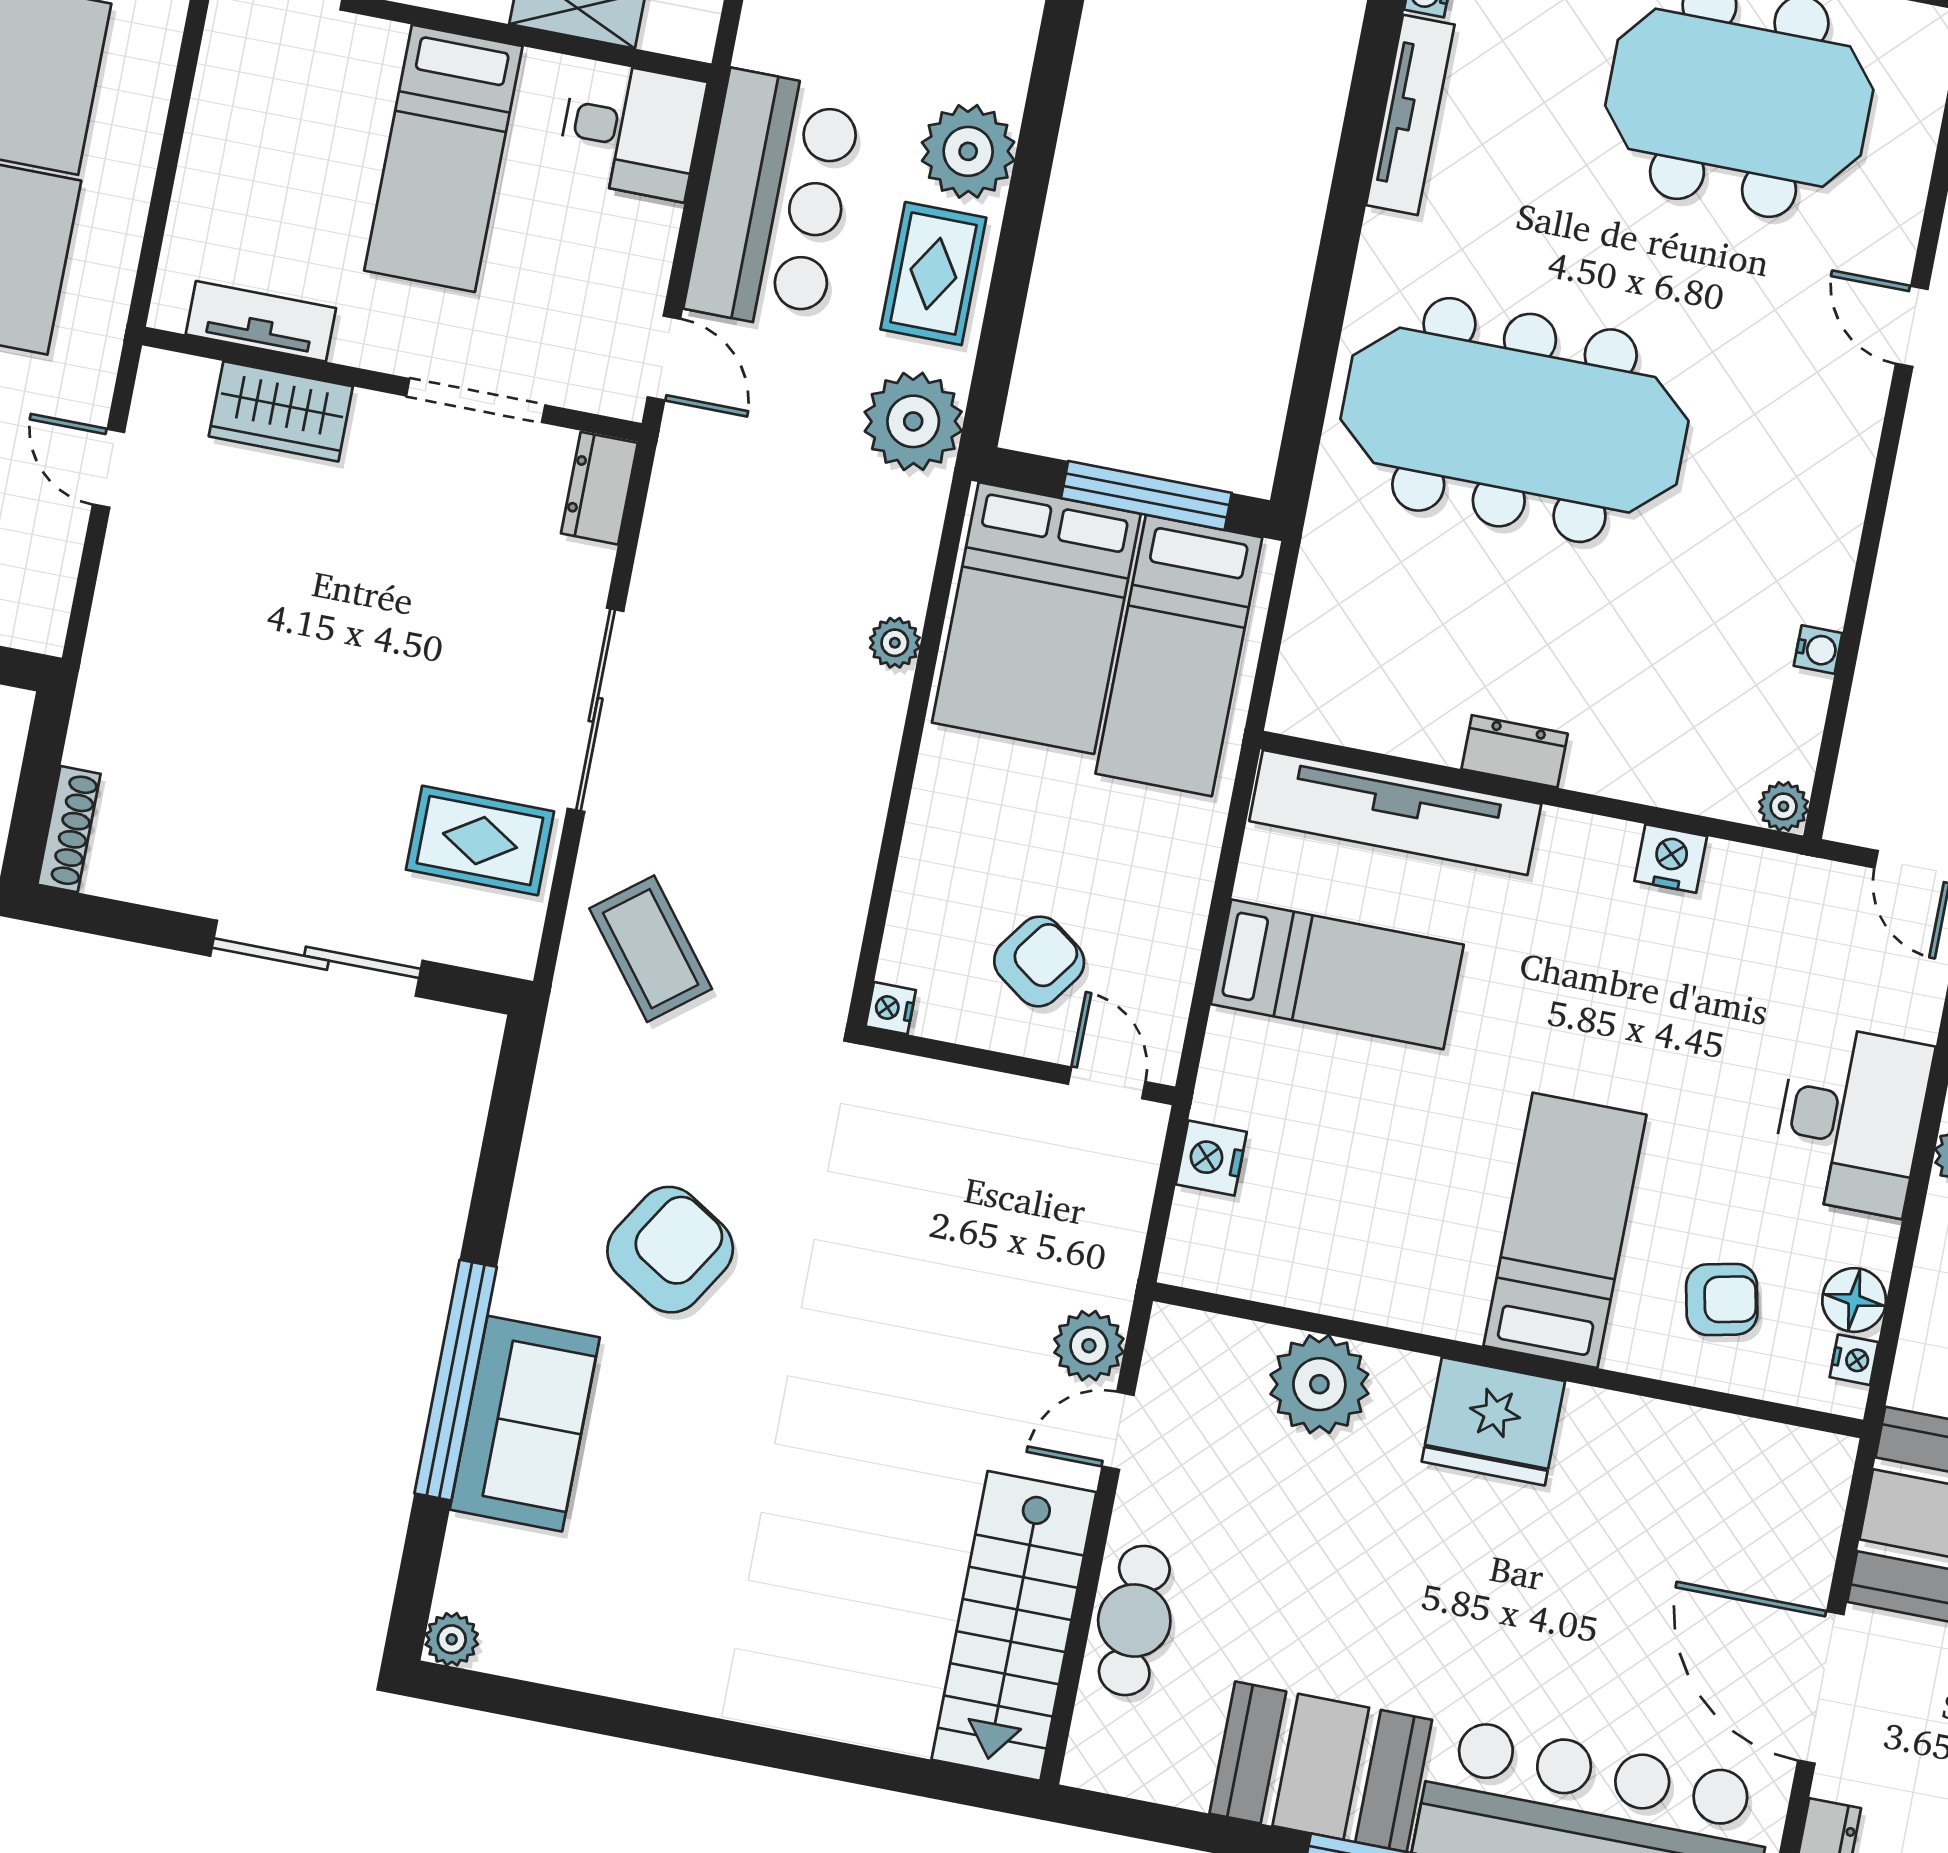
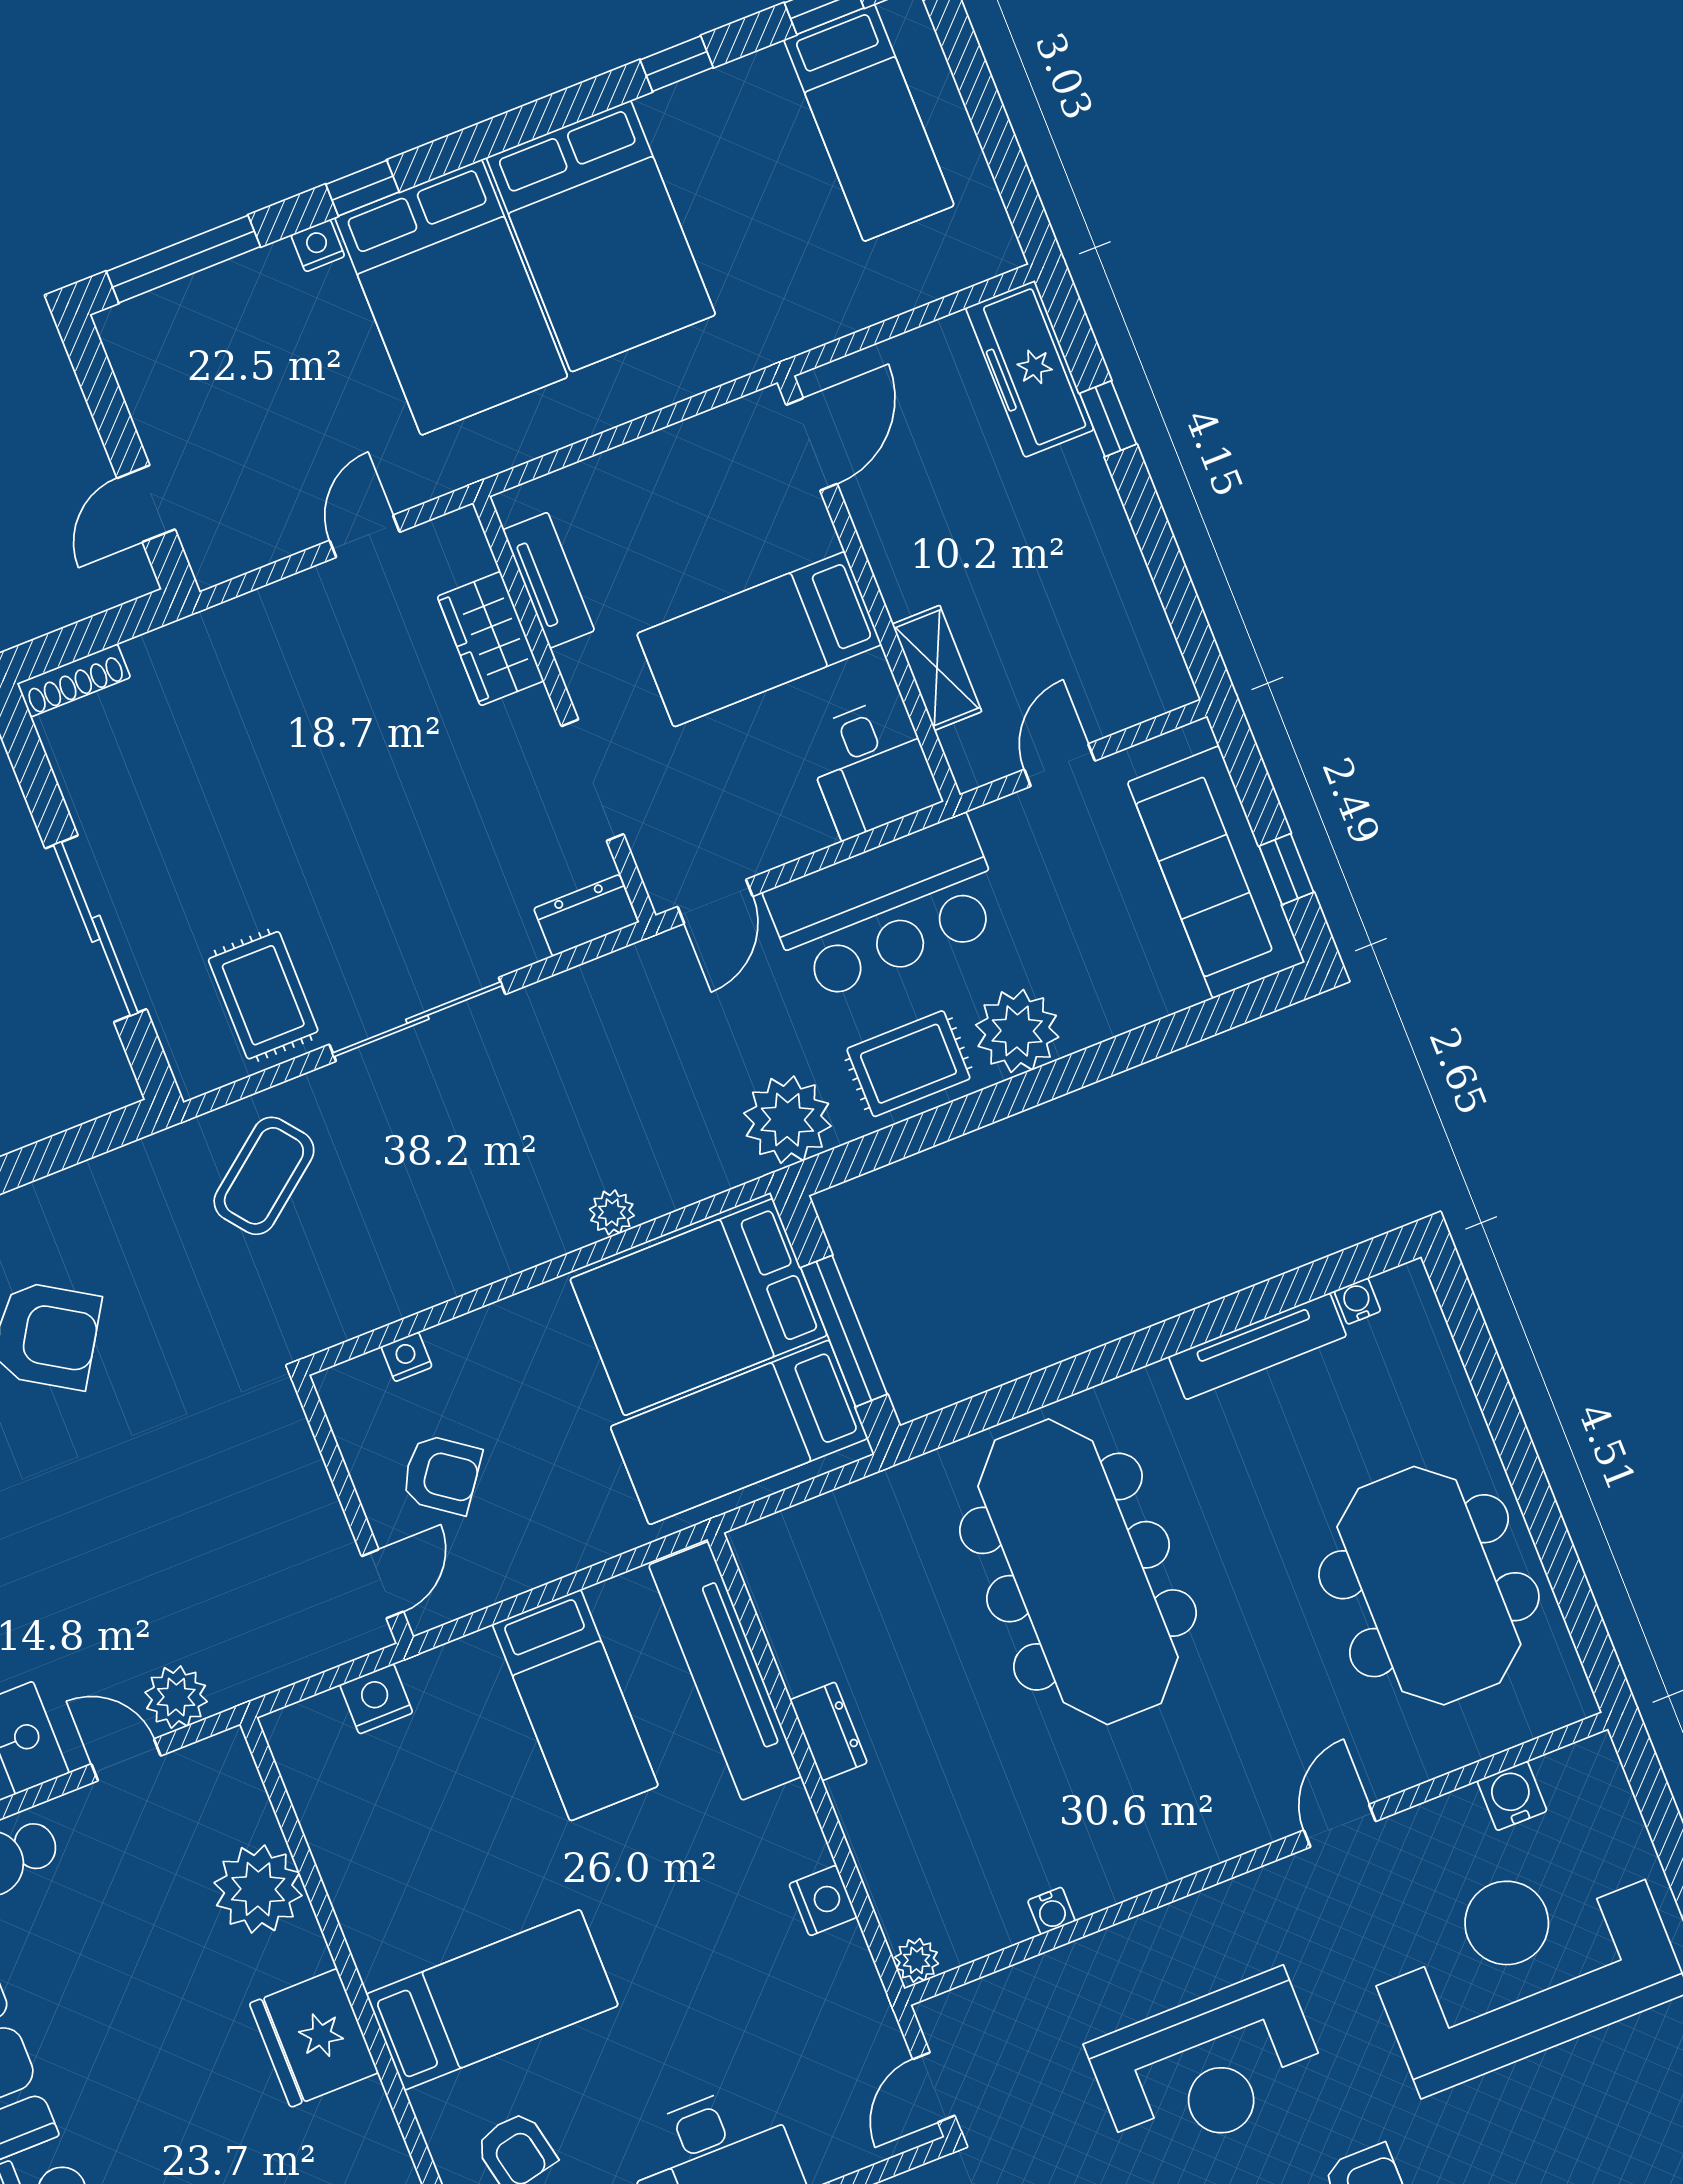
nightstand: (891, 1008) -> (407, 1357), moved

